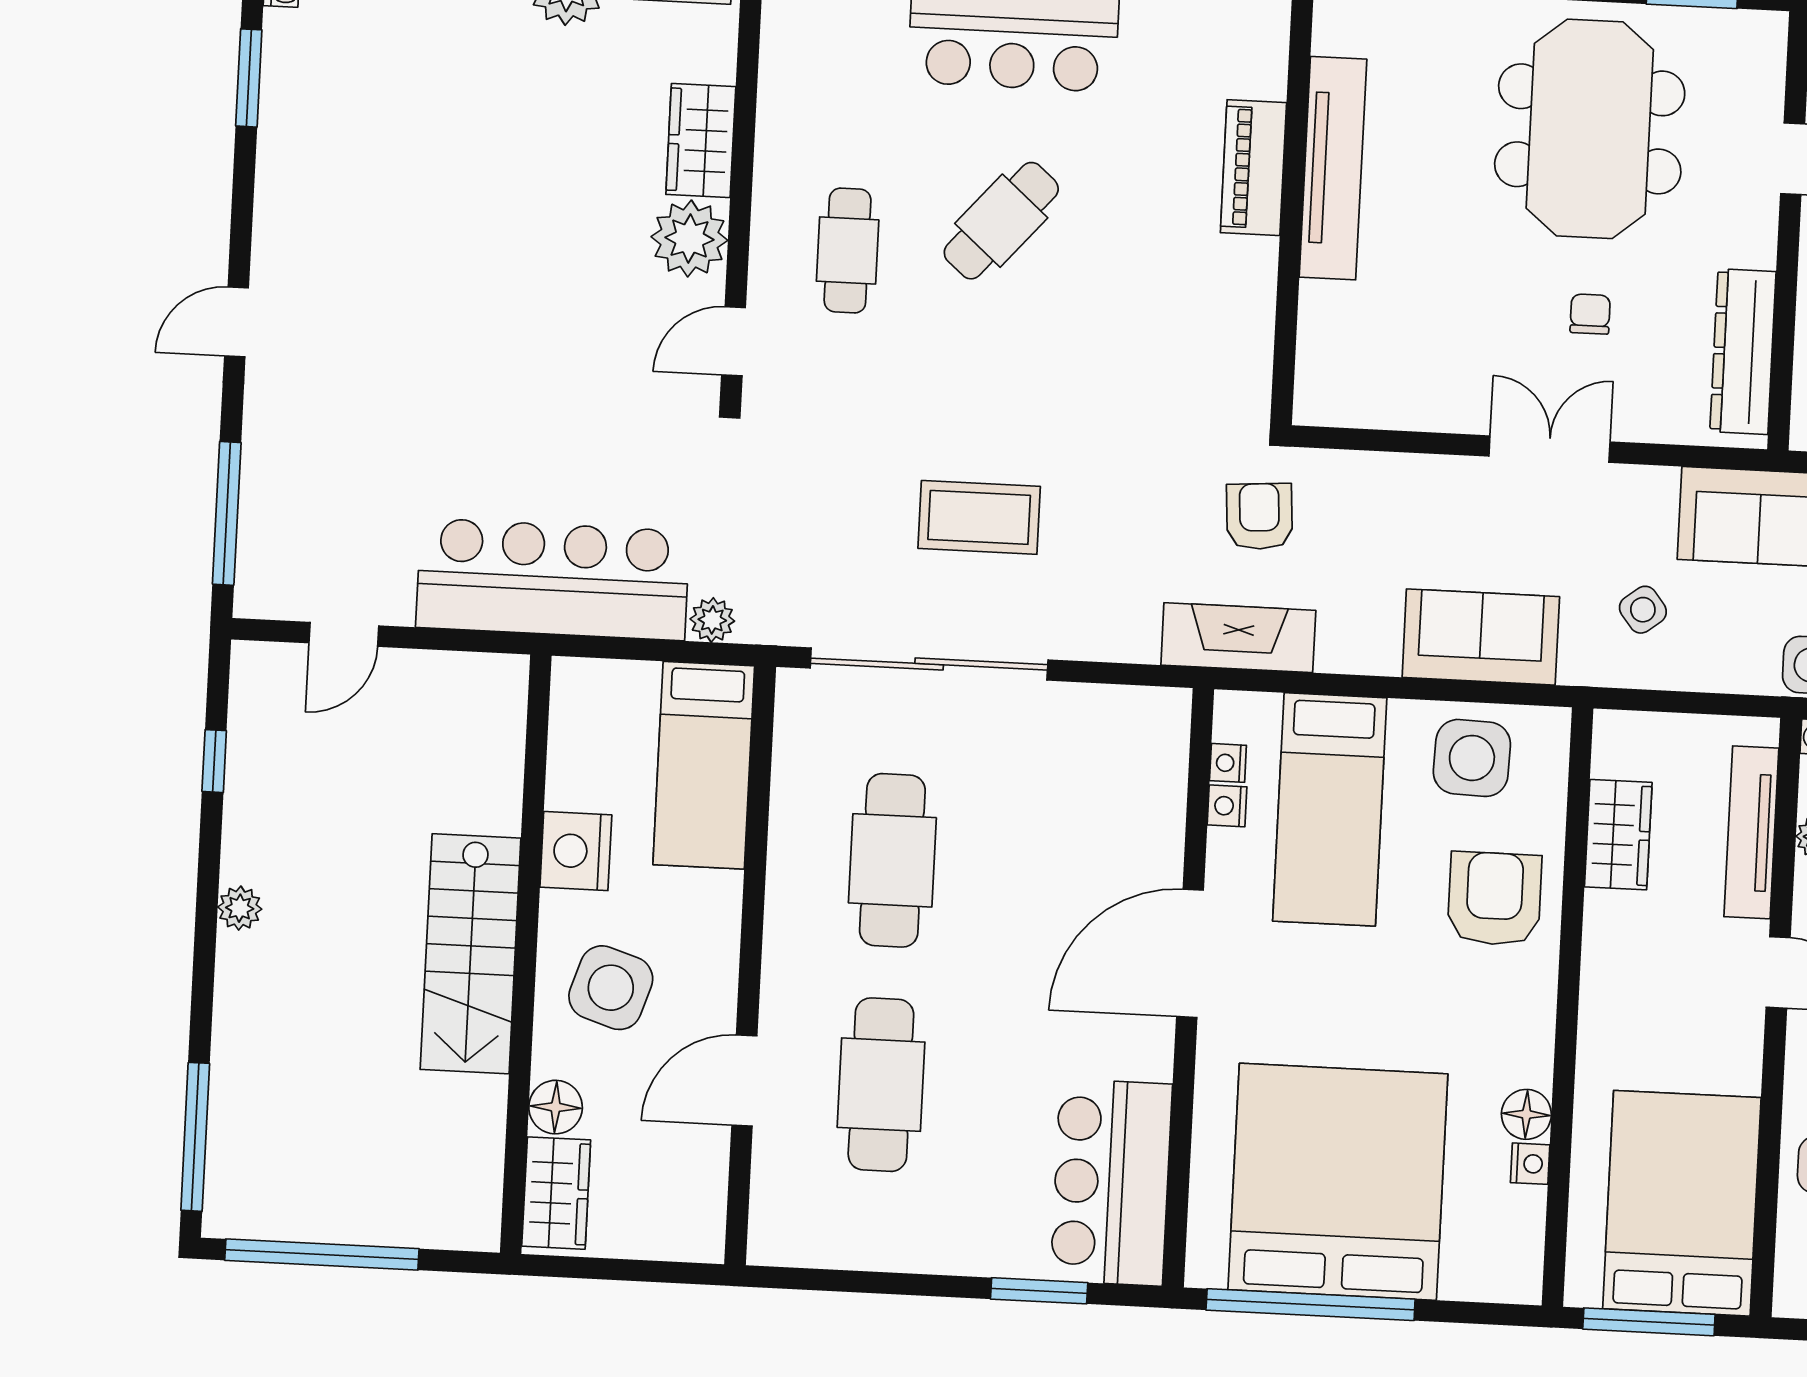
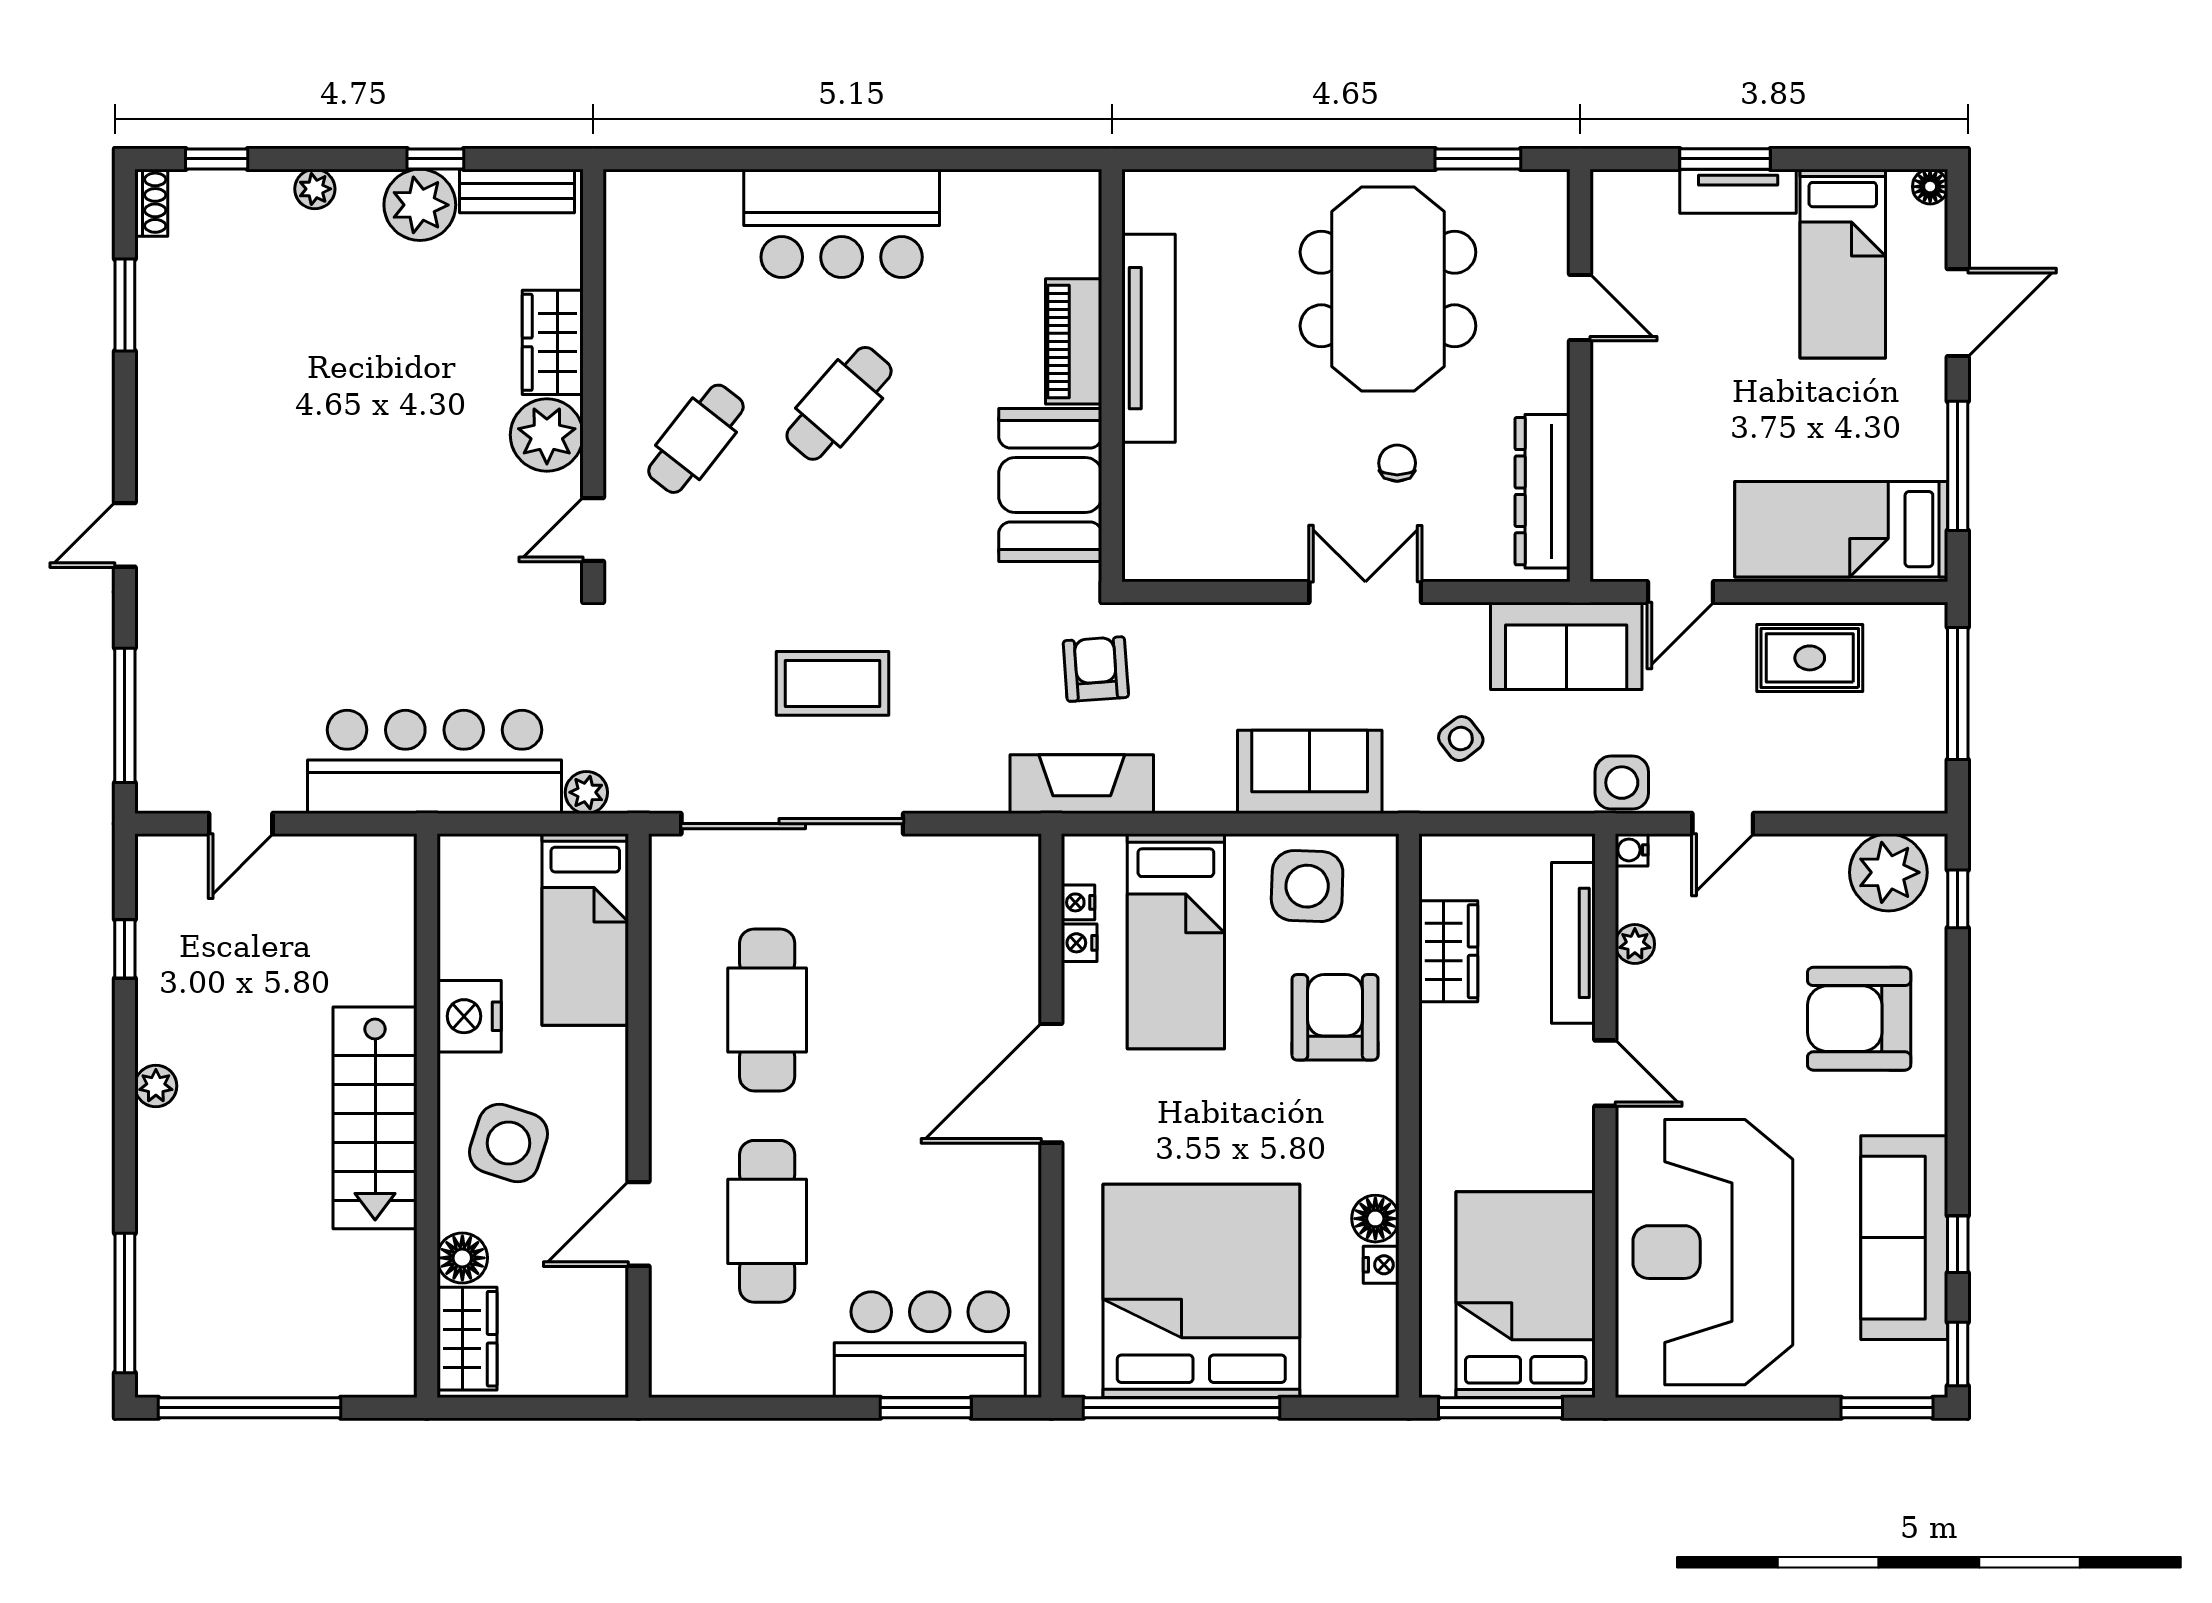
cafe table: (848, 251) -> (696, 439), turned 38
booth: (1221, 319) -> (1050, 485), added
bar counter: (1111, 1182) -> (930, 1345), moved, turned 90

